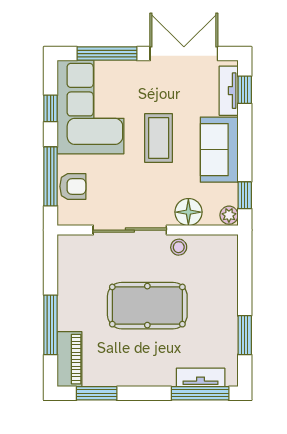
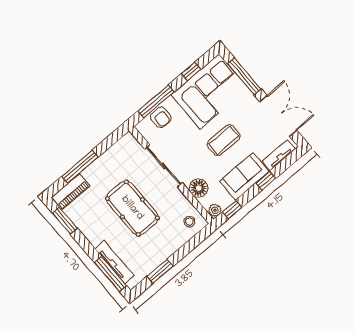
window: (245, 90) -> (266, 181), moved
stool: (179, 247) -> (189, 222), moved
tv unit: (201, 377) -> (115, 262), width x1.41

